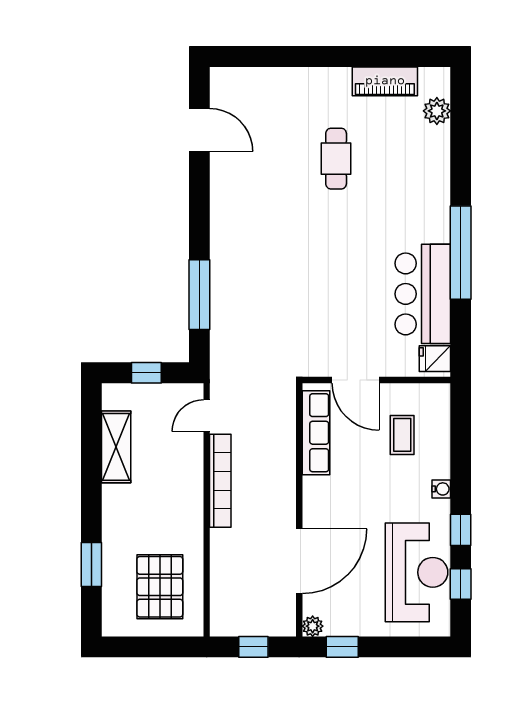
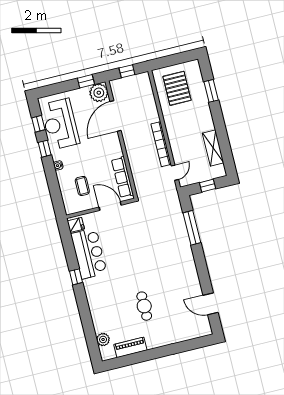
window: (461, 253) -> (76, 277), width x0.32
plant: (313, 626) -> (99, 93), width x1.88, depth x1.88

